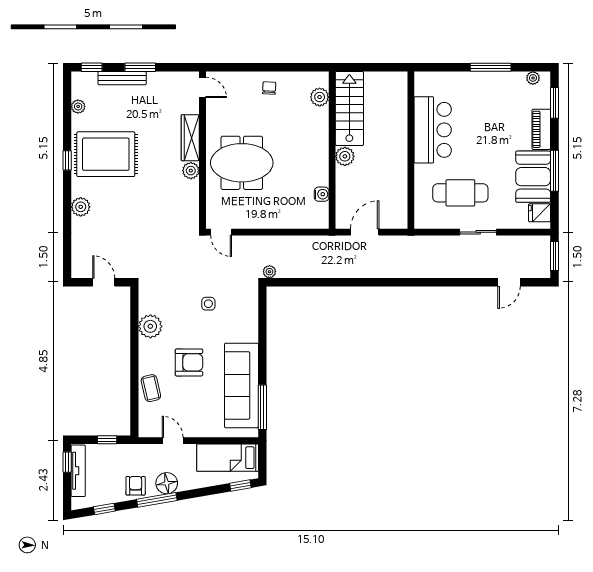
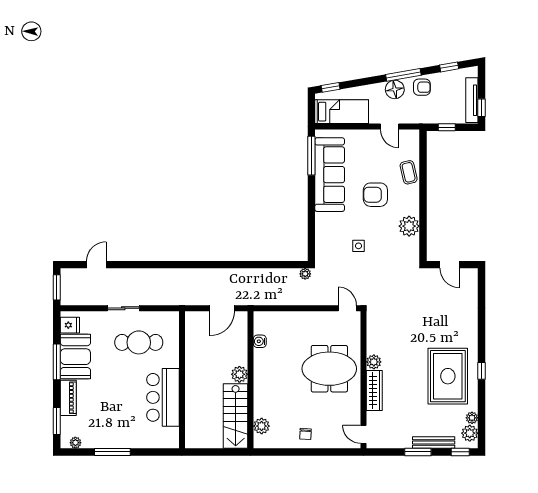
rug: (106, 154) -> (448, 376), turned 90
plant: (81, 207) -> (470, 433), moved
armchair: (136, 486) -> (422, 87), turned -90

